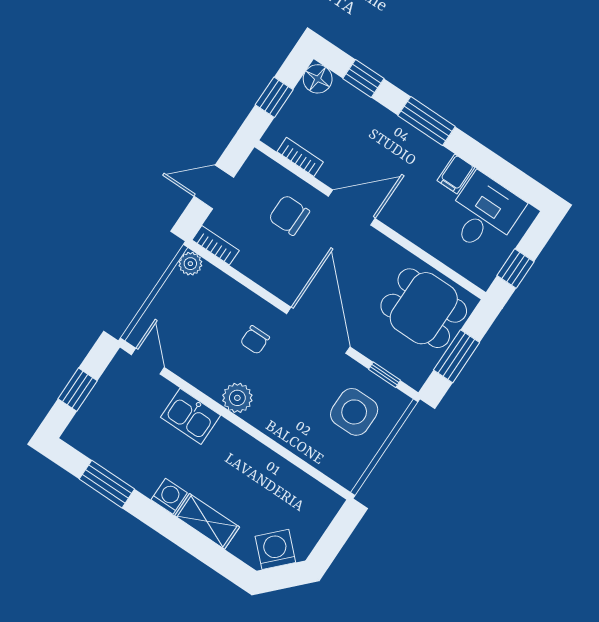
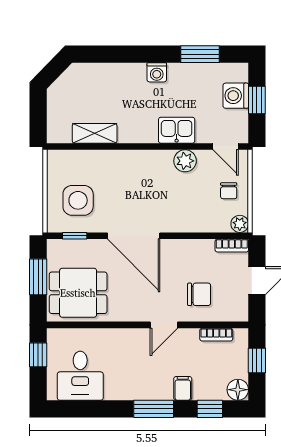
filing cabinet: (456, 174) -> (183, 388), moved
door: (352, 207) -> (164, 325), width x0.73
chair: (255, 340) -> (229, 191), moved, turned 180
plant: (237, 398) -> (185, 161), moved
shelving: (207, 521) -> (95, 133), moved
washing machine: (275, 549) -> (236, 96), moved, turned 136

